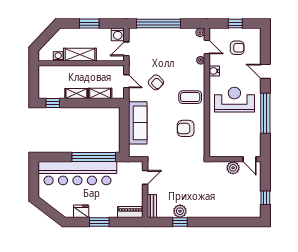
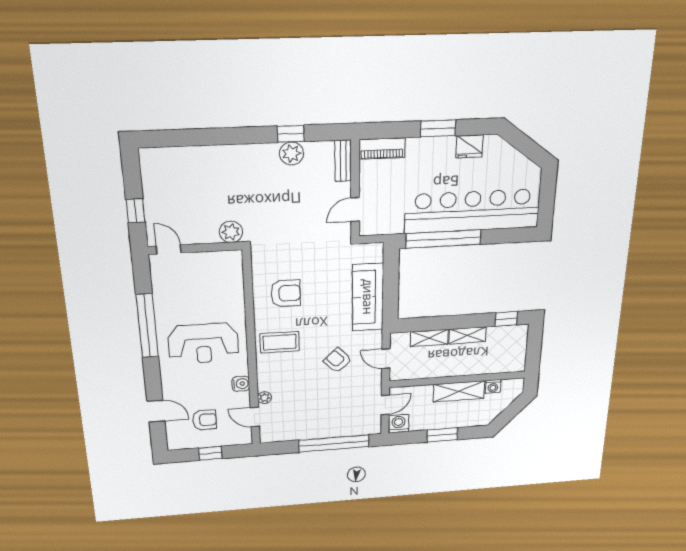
plant: (200, 32) -> (267, 437), removed
armchair: (237, 48) -> (205, 420), turned 180
door: (265, 71) -> (156, 411), moved
plant: (233, 168) -> (231, 232), moved
window: (265, 198) -> (136, 211), moved

